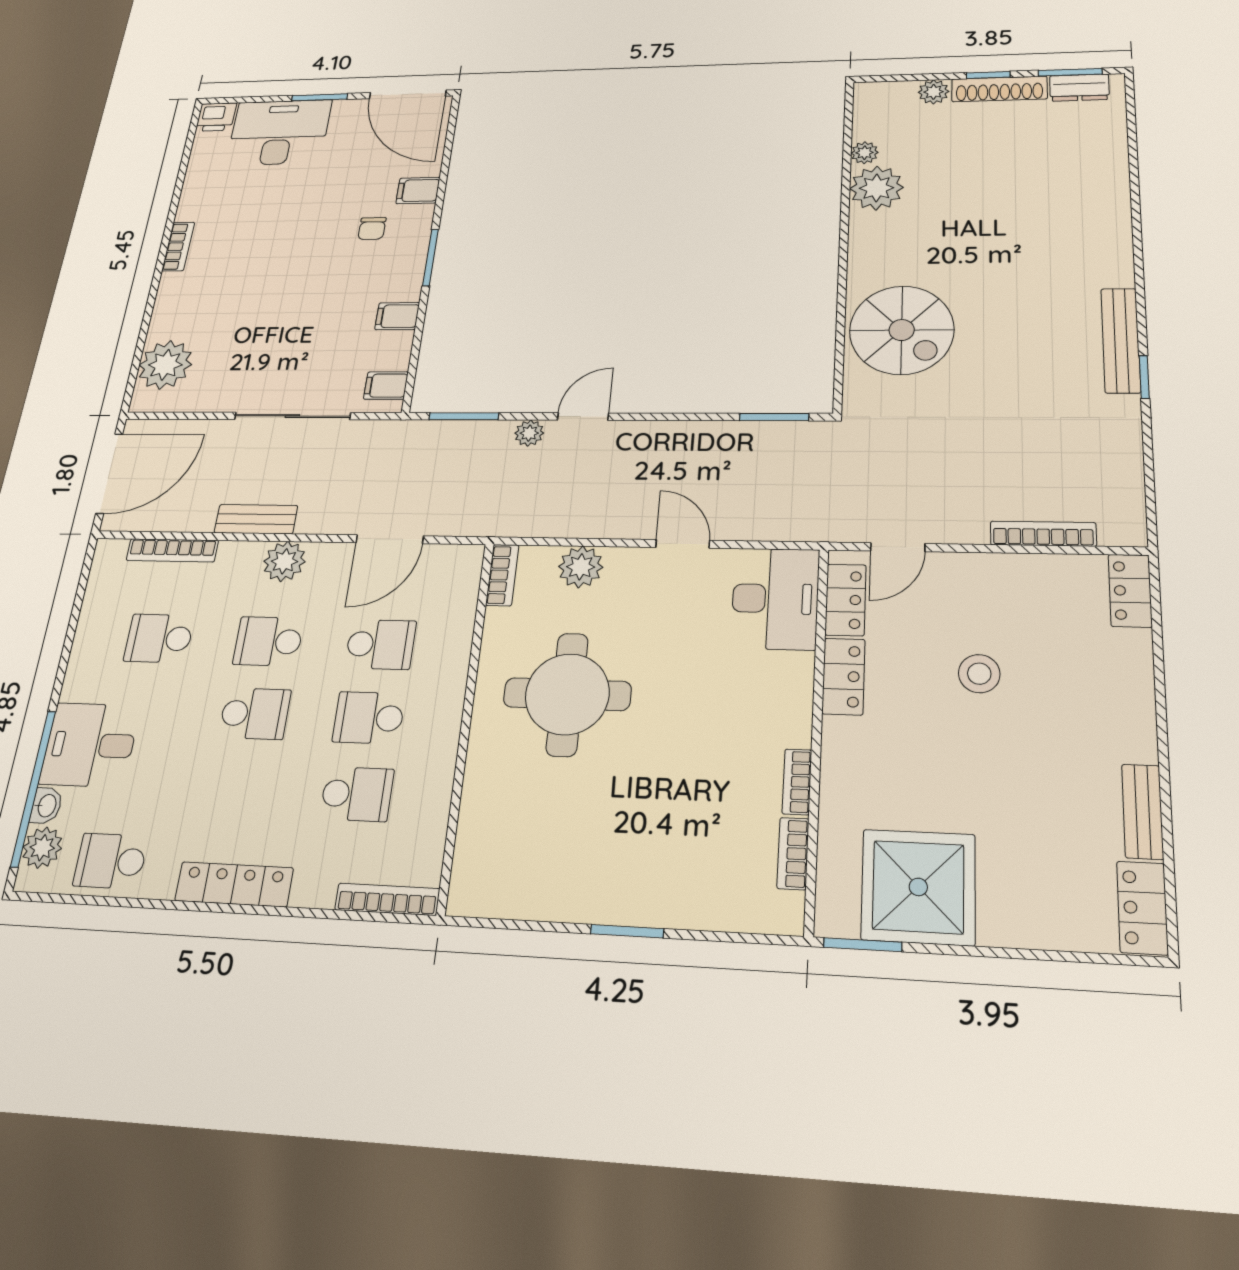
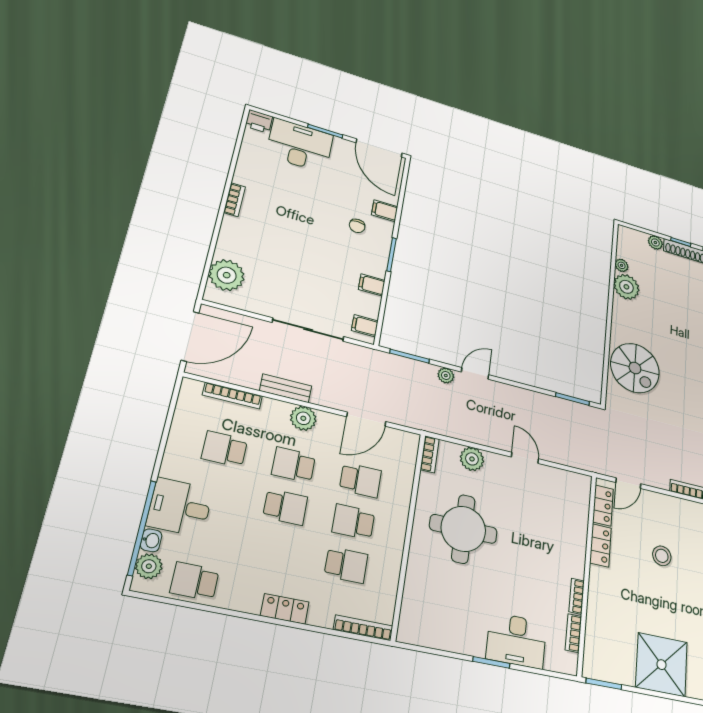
desk: (775, 599) -> (516, 640), moved, turned 90
locker: (234, 884) -> (285, 609), width x0.66
shower: (918, 887) -> (662, 665), moved

